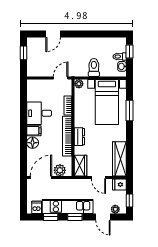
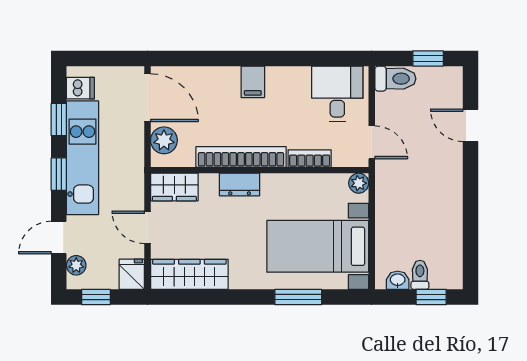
toilet: (94, 67) -> (395, 79), moved
desk: (39, 113) -> (337, 94), moved
floor lamp: (33, 143) -> (226, 79), removed
door: (98, 178) -> (148, 227), hinge flipped

